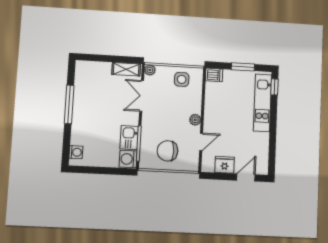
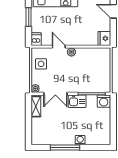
kitchen sink: (129, 138) -> (77, 101), moved
door: (201, 142) -> (59, 47), moved
chair: (167, 151) -> (96, 72), removed
washing machine: (76, 152) -> (80, 140), moved
fridge: (225, 165) -> (104, 38), moved

